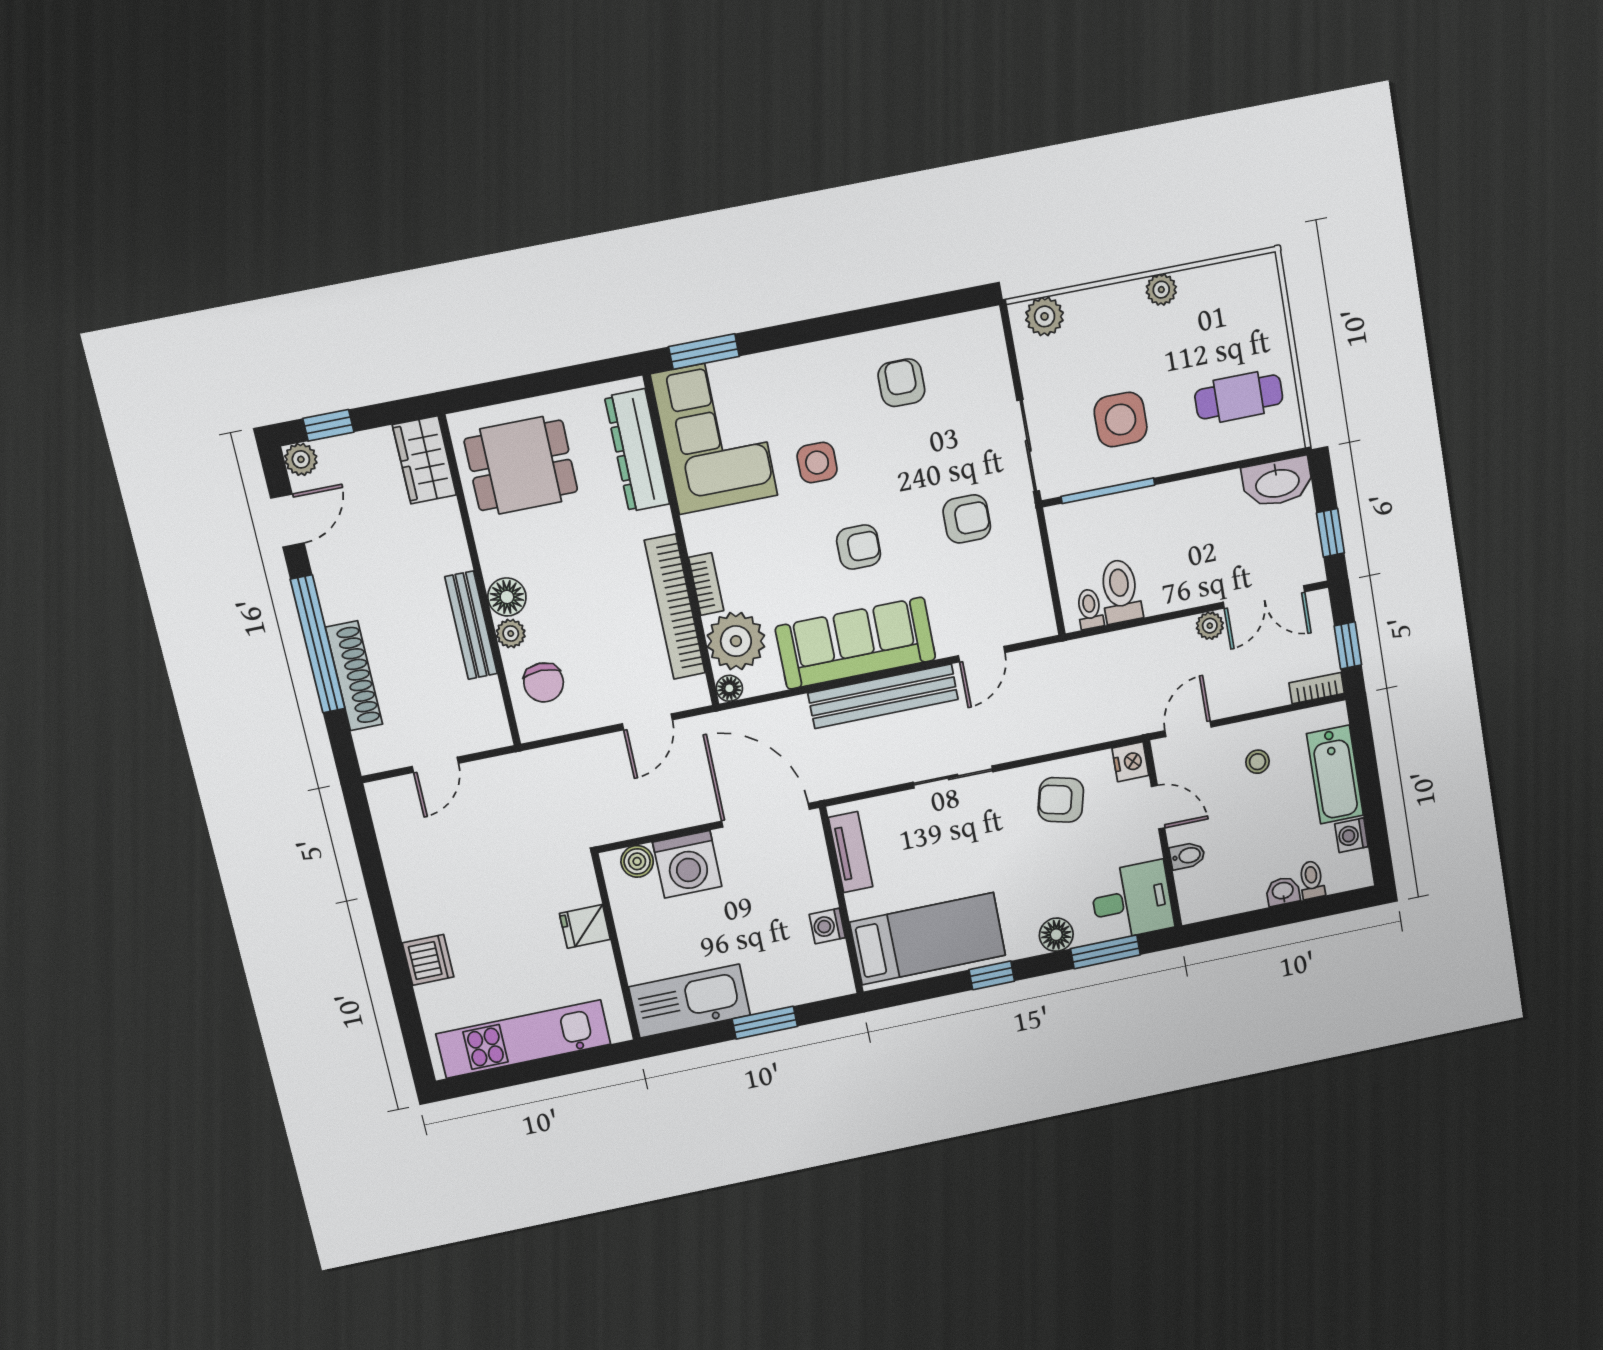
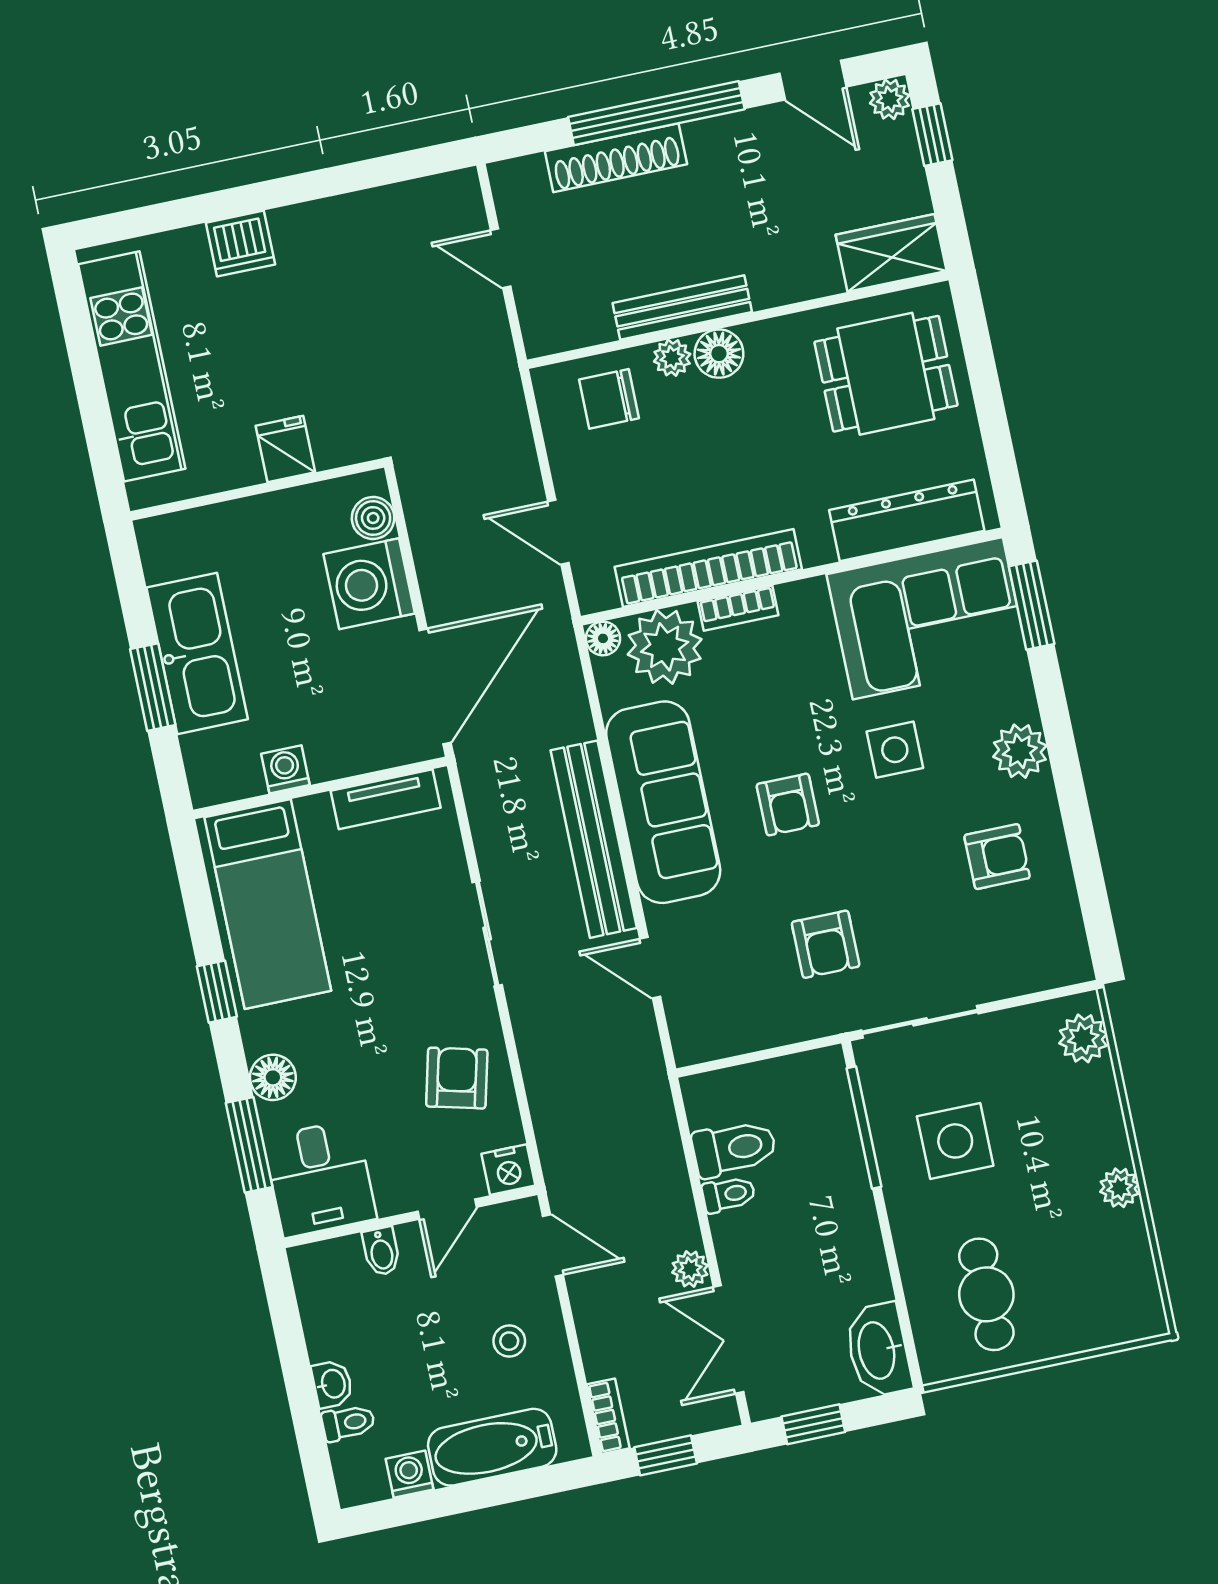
plant: (819, 363) -> (1020, 751), added
dining table: (521, 465) -> (886, 374), turned 90
toilet: (1090, 609) -> (729, 1194), moved
kitchen sink: (690, 1001) -> (197, 653), moved

